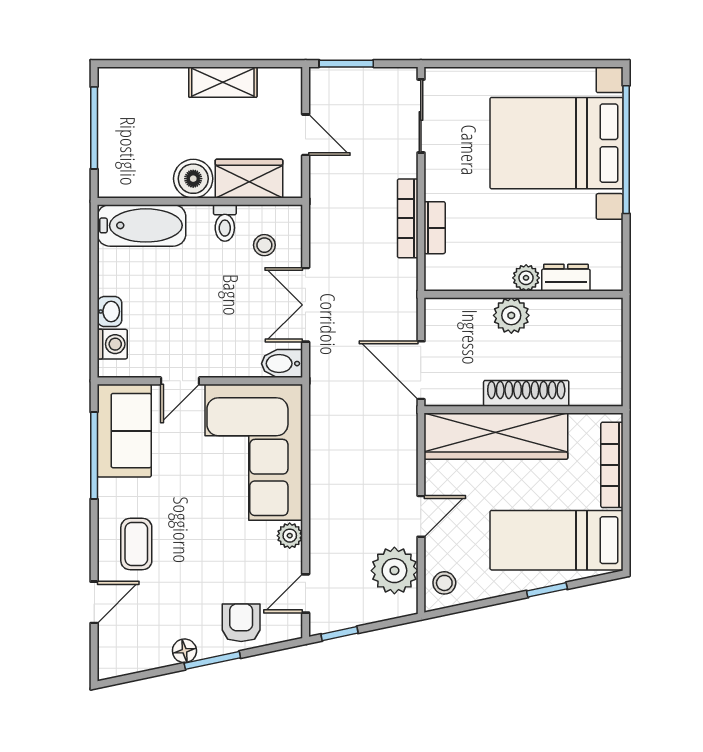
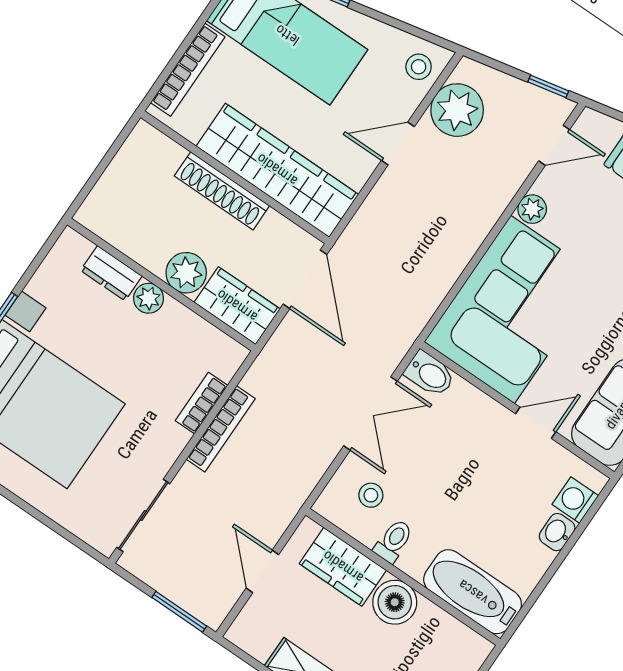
wardrobe: (457, 317) -> (237, 306), added

